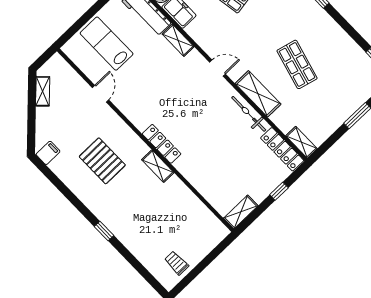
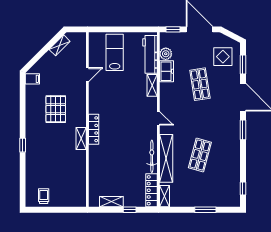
shelving: (258, 94) -> (166, 158), width x1.47
shelving: (241, 212) -> (111, 202), moved

